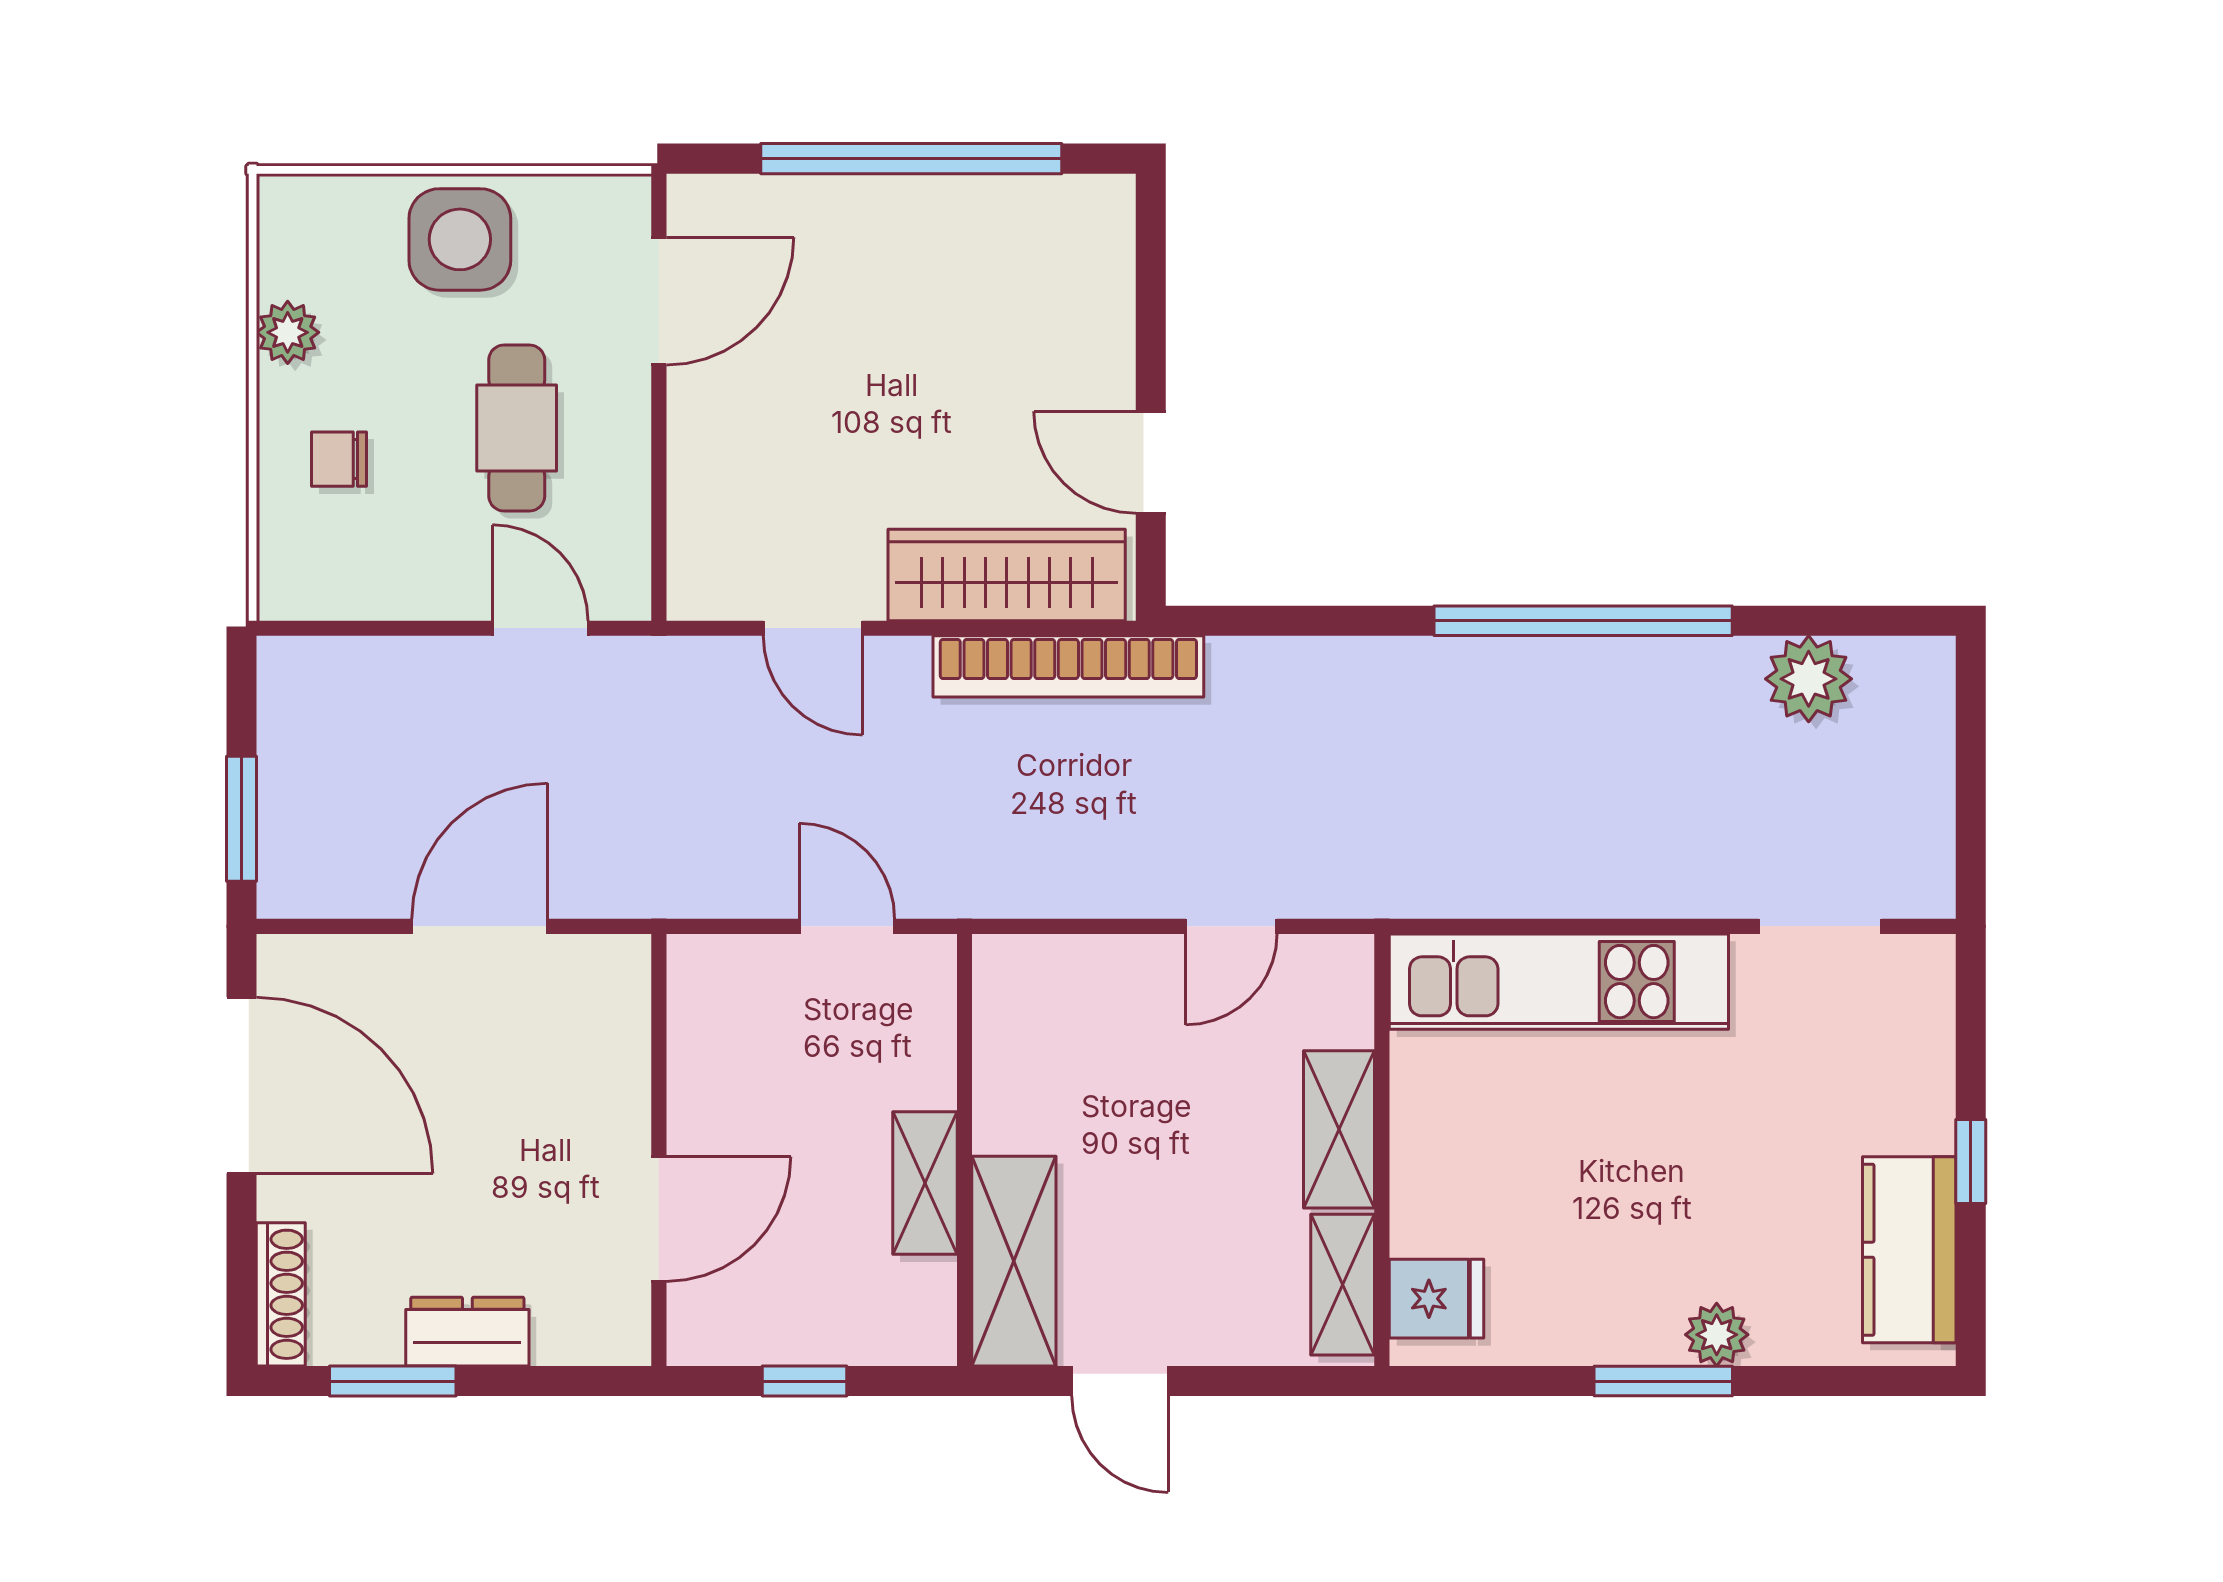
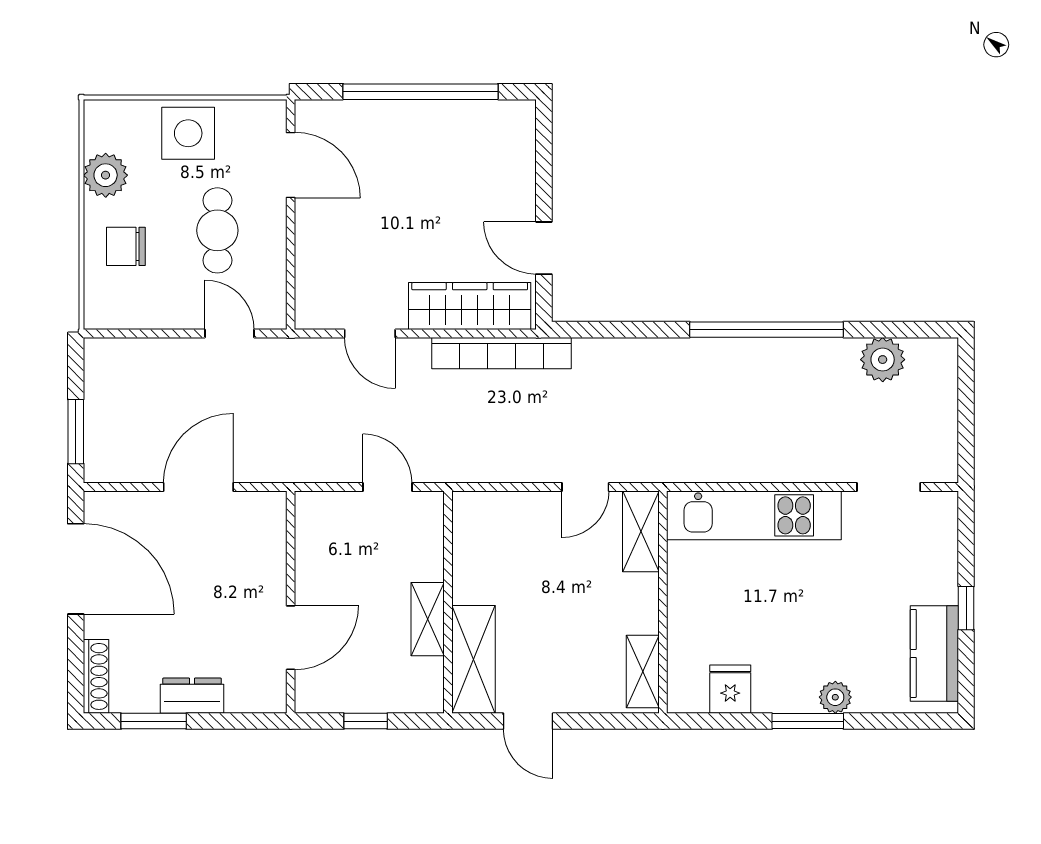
door: (659, 301) -> (291, 165), hinge flipped
plant: (288, 332) -> (106, 175), width x1.38, depth x1.38
chair: (339, 459) -> (126, 246), width x1.37, depth x1.37
shelving: (1339, 1129) -> (641, 531), moved
fridge: (1436, 1299) -> (730, 689), moved, turned -90

